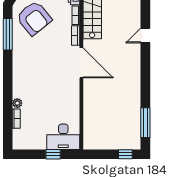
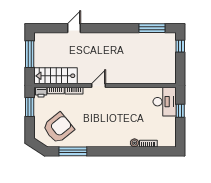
door: (145, 36) -> (74, 28), swing flipped
door: (81, 63) -> (98, 86), width x0.53

